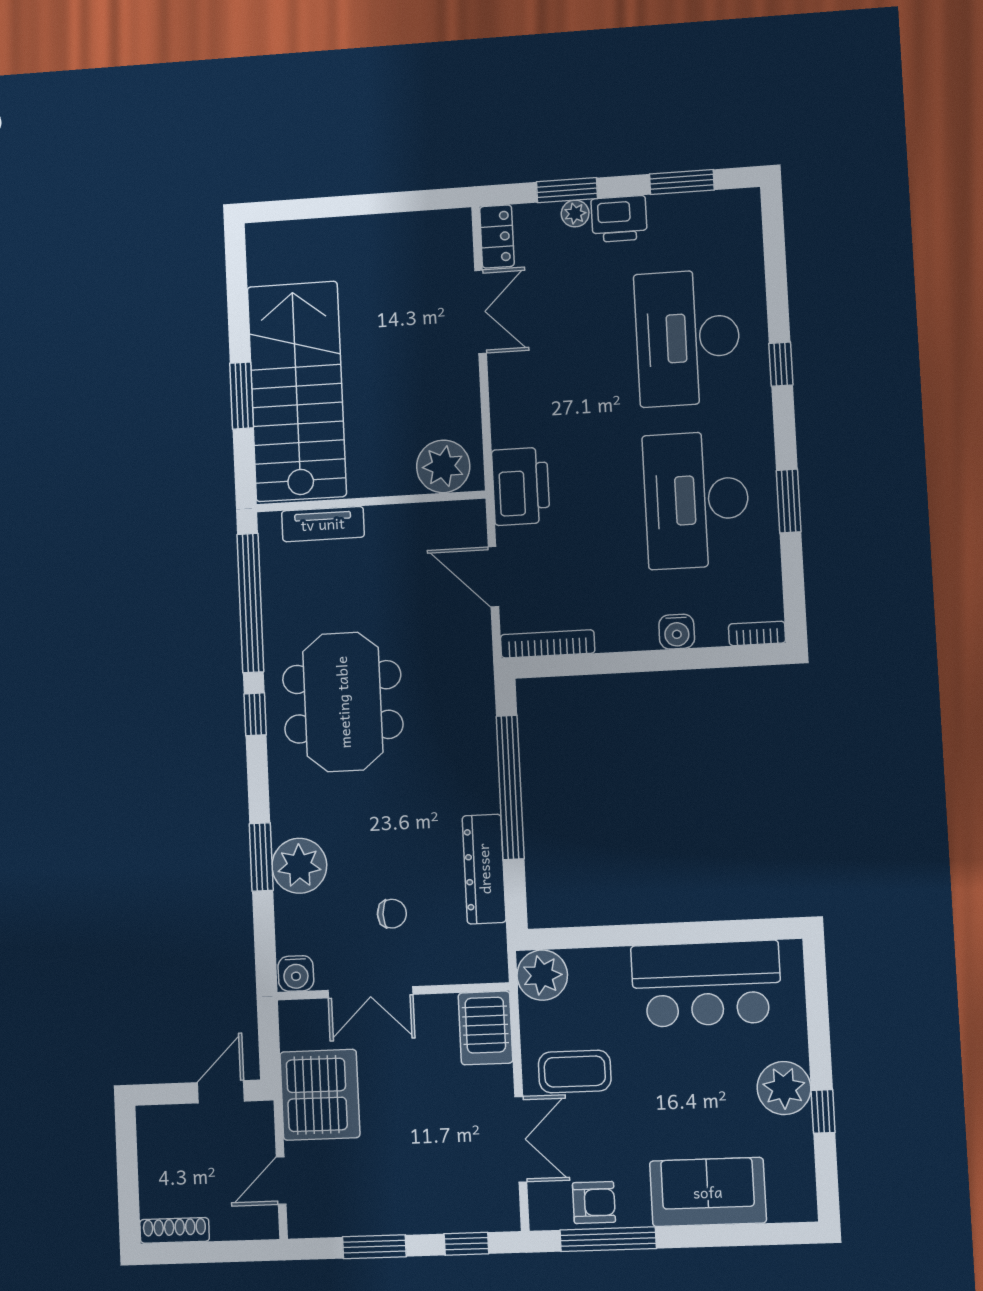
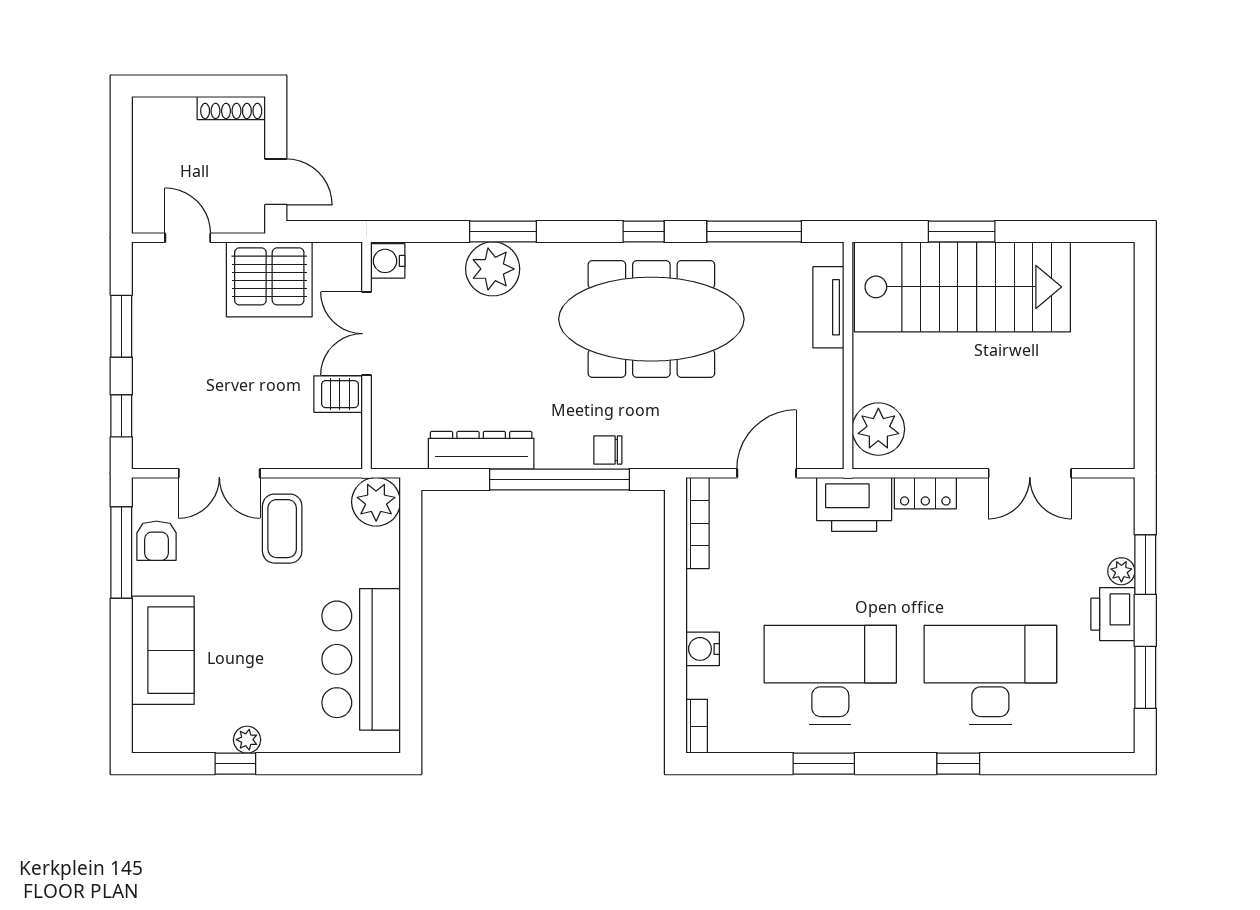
locker: (497, 236) -> (925, 493), moved
window: (250, 603) -> (754, 231), width x0.68
meeting table: (343, 702) -> (651, 319), width x1.36
chair: (392, 914) -> (608, 450), moved, turned 90
server rack: (485, 1028) -> (338, 394), moved, width x0.73, depth x0.70
plant: (784, 1088) -> (247, 740), width x0.53, depth x0.53
shoe rack: (175, 1230) -> (231, 108), moved, turned 90

